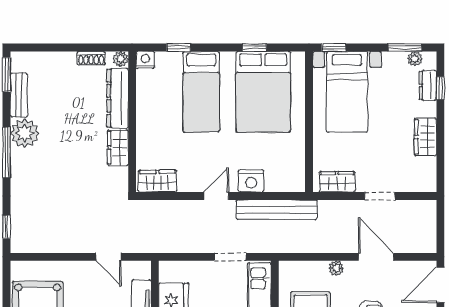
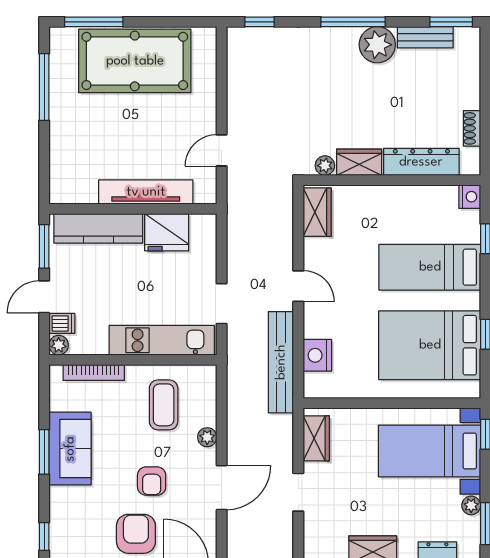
plant: (121, 59) -> (325, 166), moved
plant: (415, 59) -> (471, 505), moved
nightstand: (251, 181) -> (317, 355), moved

